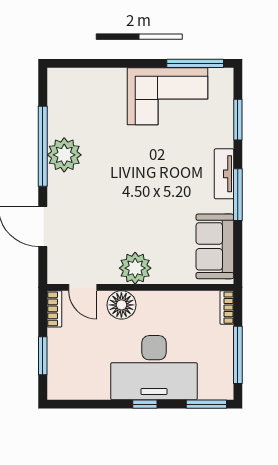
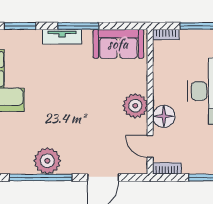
door: (83, 287) -> (150, 146), swing flipped

